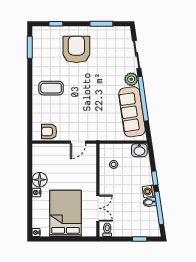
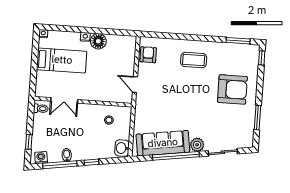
window: (56, 24) -> (262, 58), moved
coffee table: (51, 88) -> (194, 60), turned 90
washing machine: (149, 191) -> (41, 158), moved
bed: (65, 213) -> (62, 60), width x0.67

